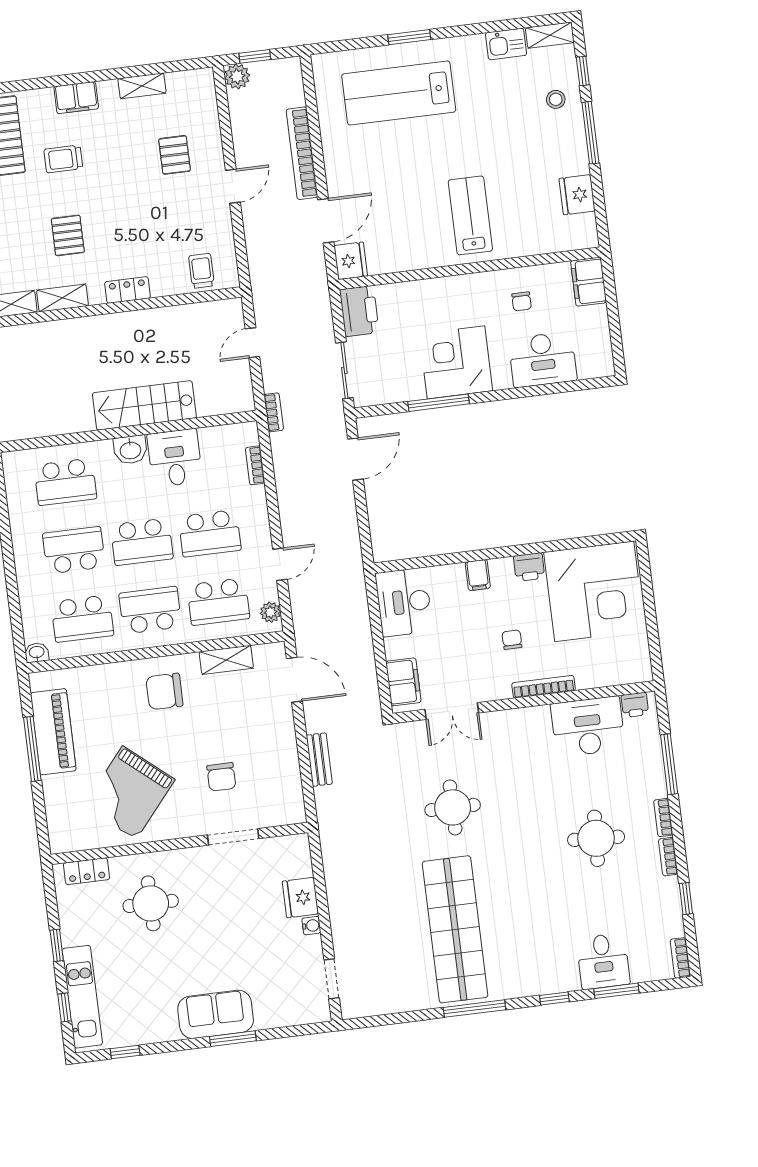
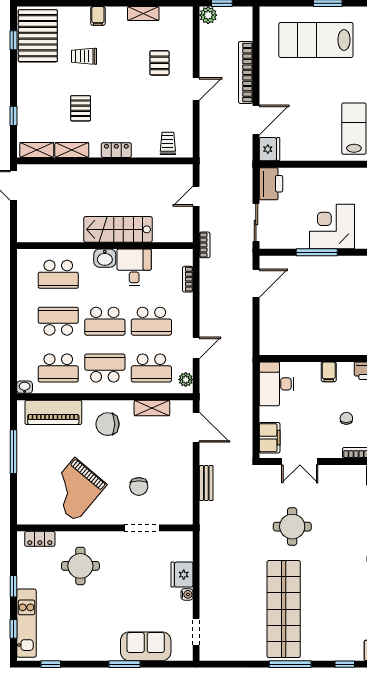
filing cabinet: (76, 98) -> (98, 16), width x0.50
piano: (53, 732) -> (53, 412), moved, turned 90
sofa: (216, 1014) -> (146, 646), moved

